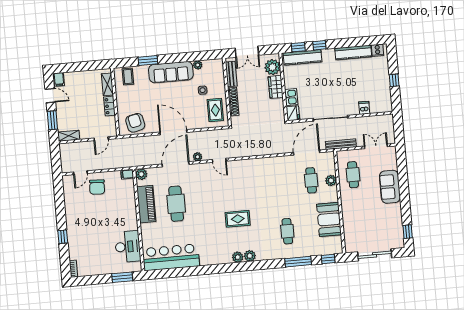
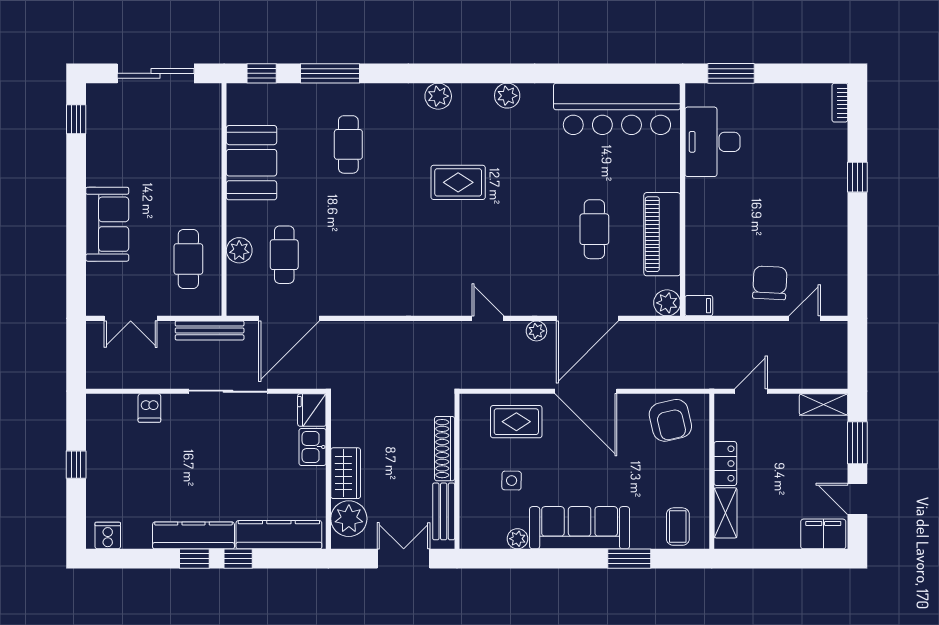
window: (298, 47) -> (194, 559), moved
kitchen counter: (353, 53) -> (193, 535), moved
filing cabinet: (59, 79) -> (823, 534), width x2.00
rug: (215, 110) -> (516, 422), moved, turned 90
cafe table: (176, 204) -> (594, 229), width x0.73, depth x0.74
plant: (238, 257) -> (507, 96), moved

